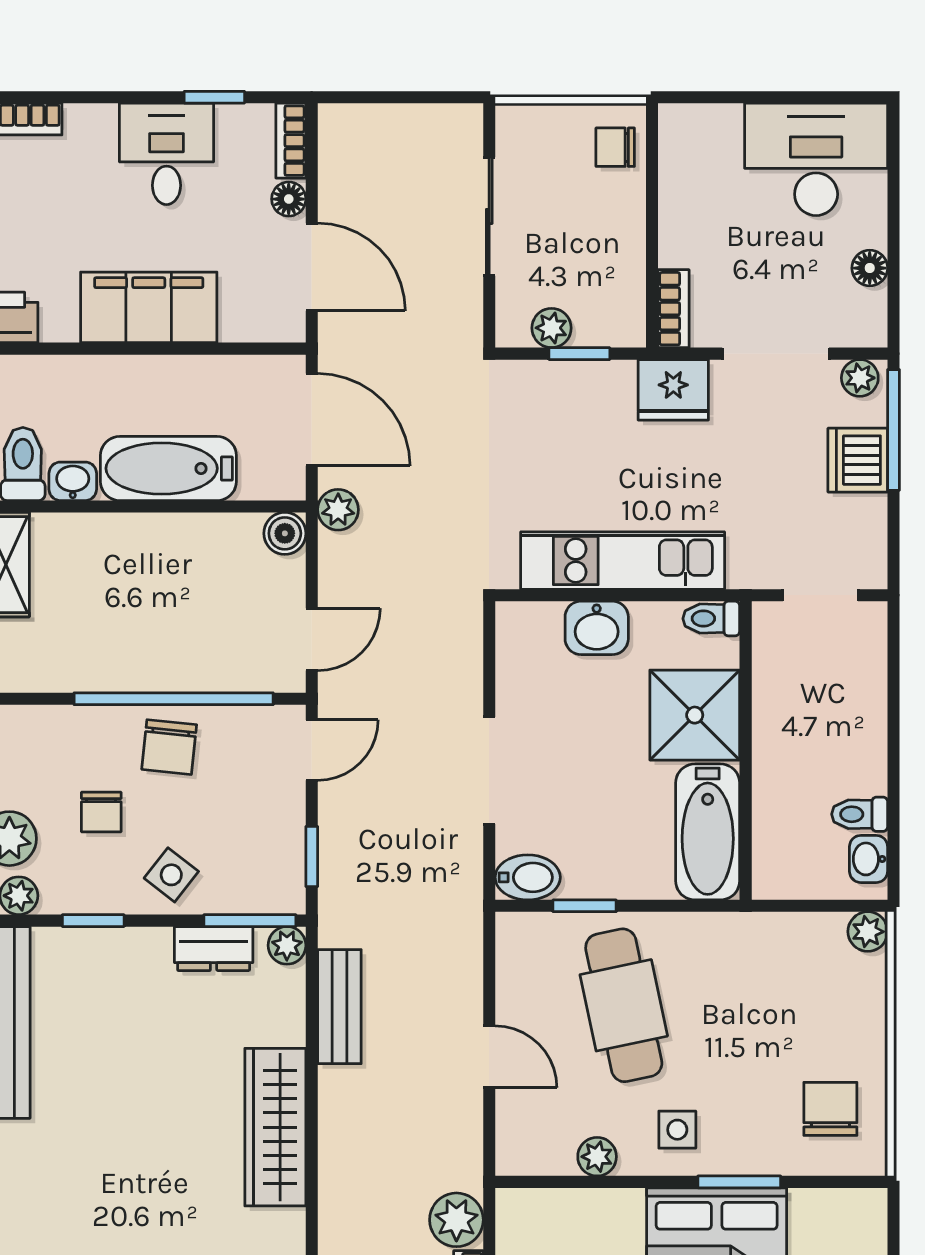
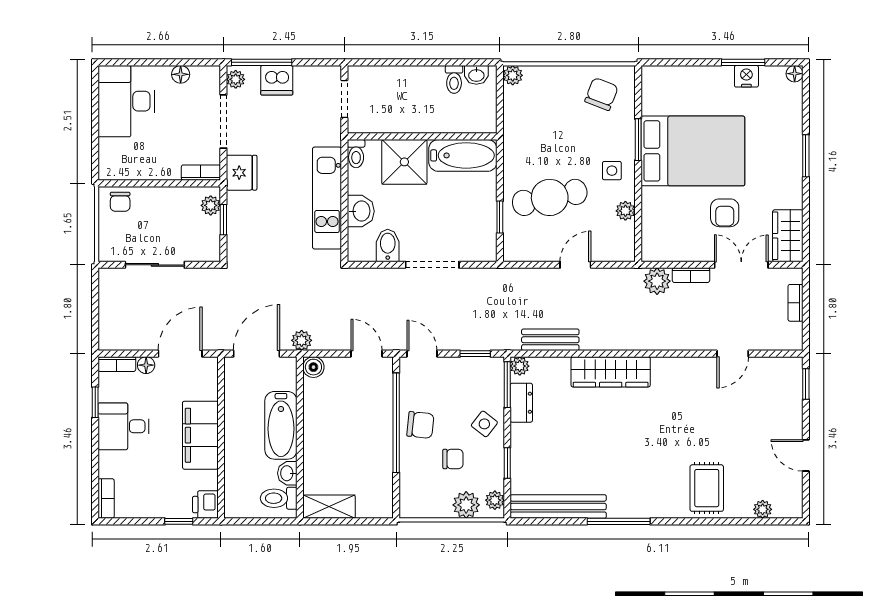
plant: (552, 328) -> (211, 205), moved
bidet: (528, 877) -> (388, 246), moved
chair: (830, 1109) -> (601, 94), turned 111

